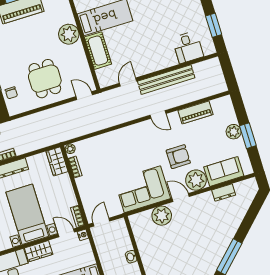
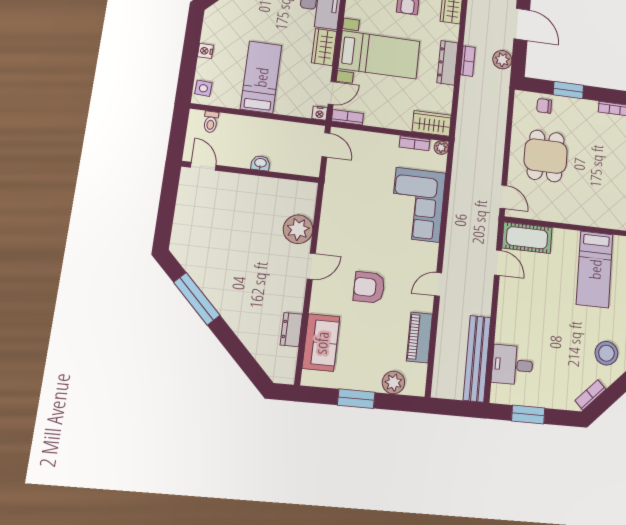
plant: (69, 34) -> (591, 212), removed
cot: (98, 51) -> (527, 238), moved
dining table: (45, 79) -> (546, 156), turned 90
bench: (166, 80) -> (477, 359), moved
door: (84, 96) -> (503, 197), hinge flipped
plant: (234, 132) -> (393, 382), moved
armchair: (178, 157) -> (369, 287), turned 90
plant: (196, 180) -> (326, 298), removed
corner sofa: (142, 189) -> (418, 205), moved, turned 180

